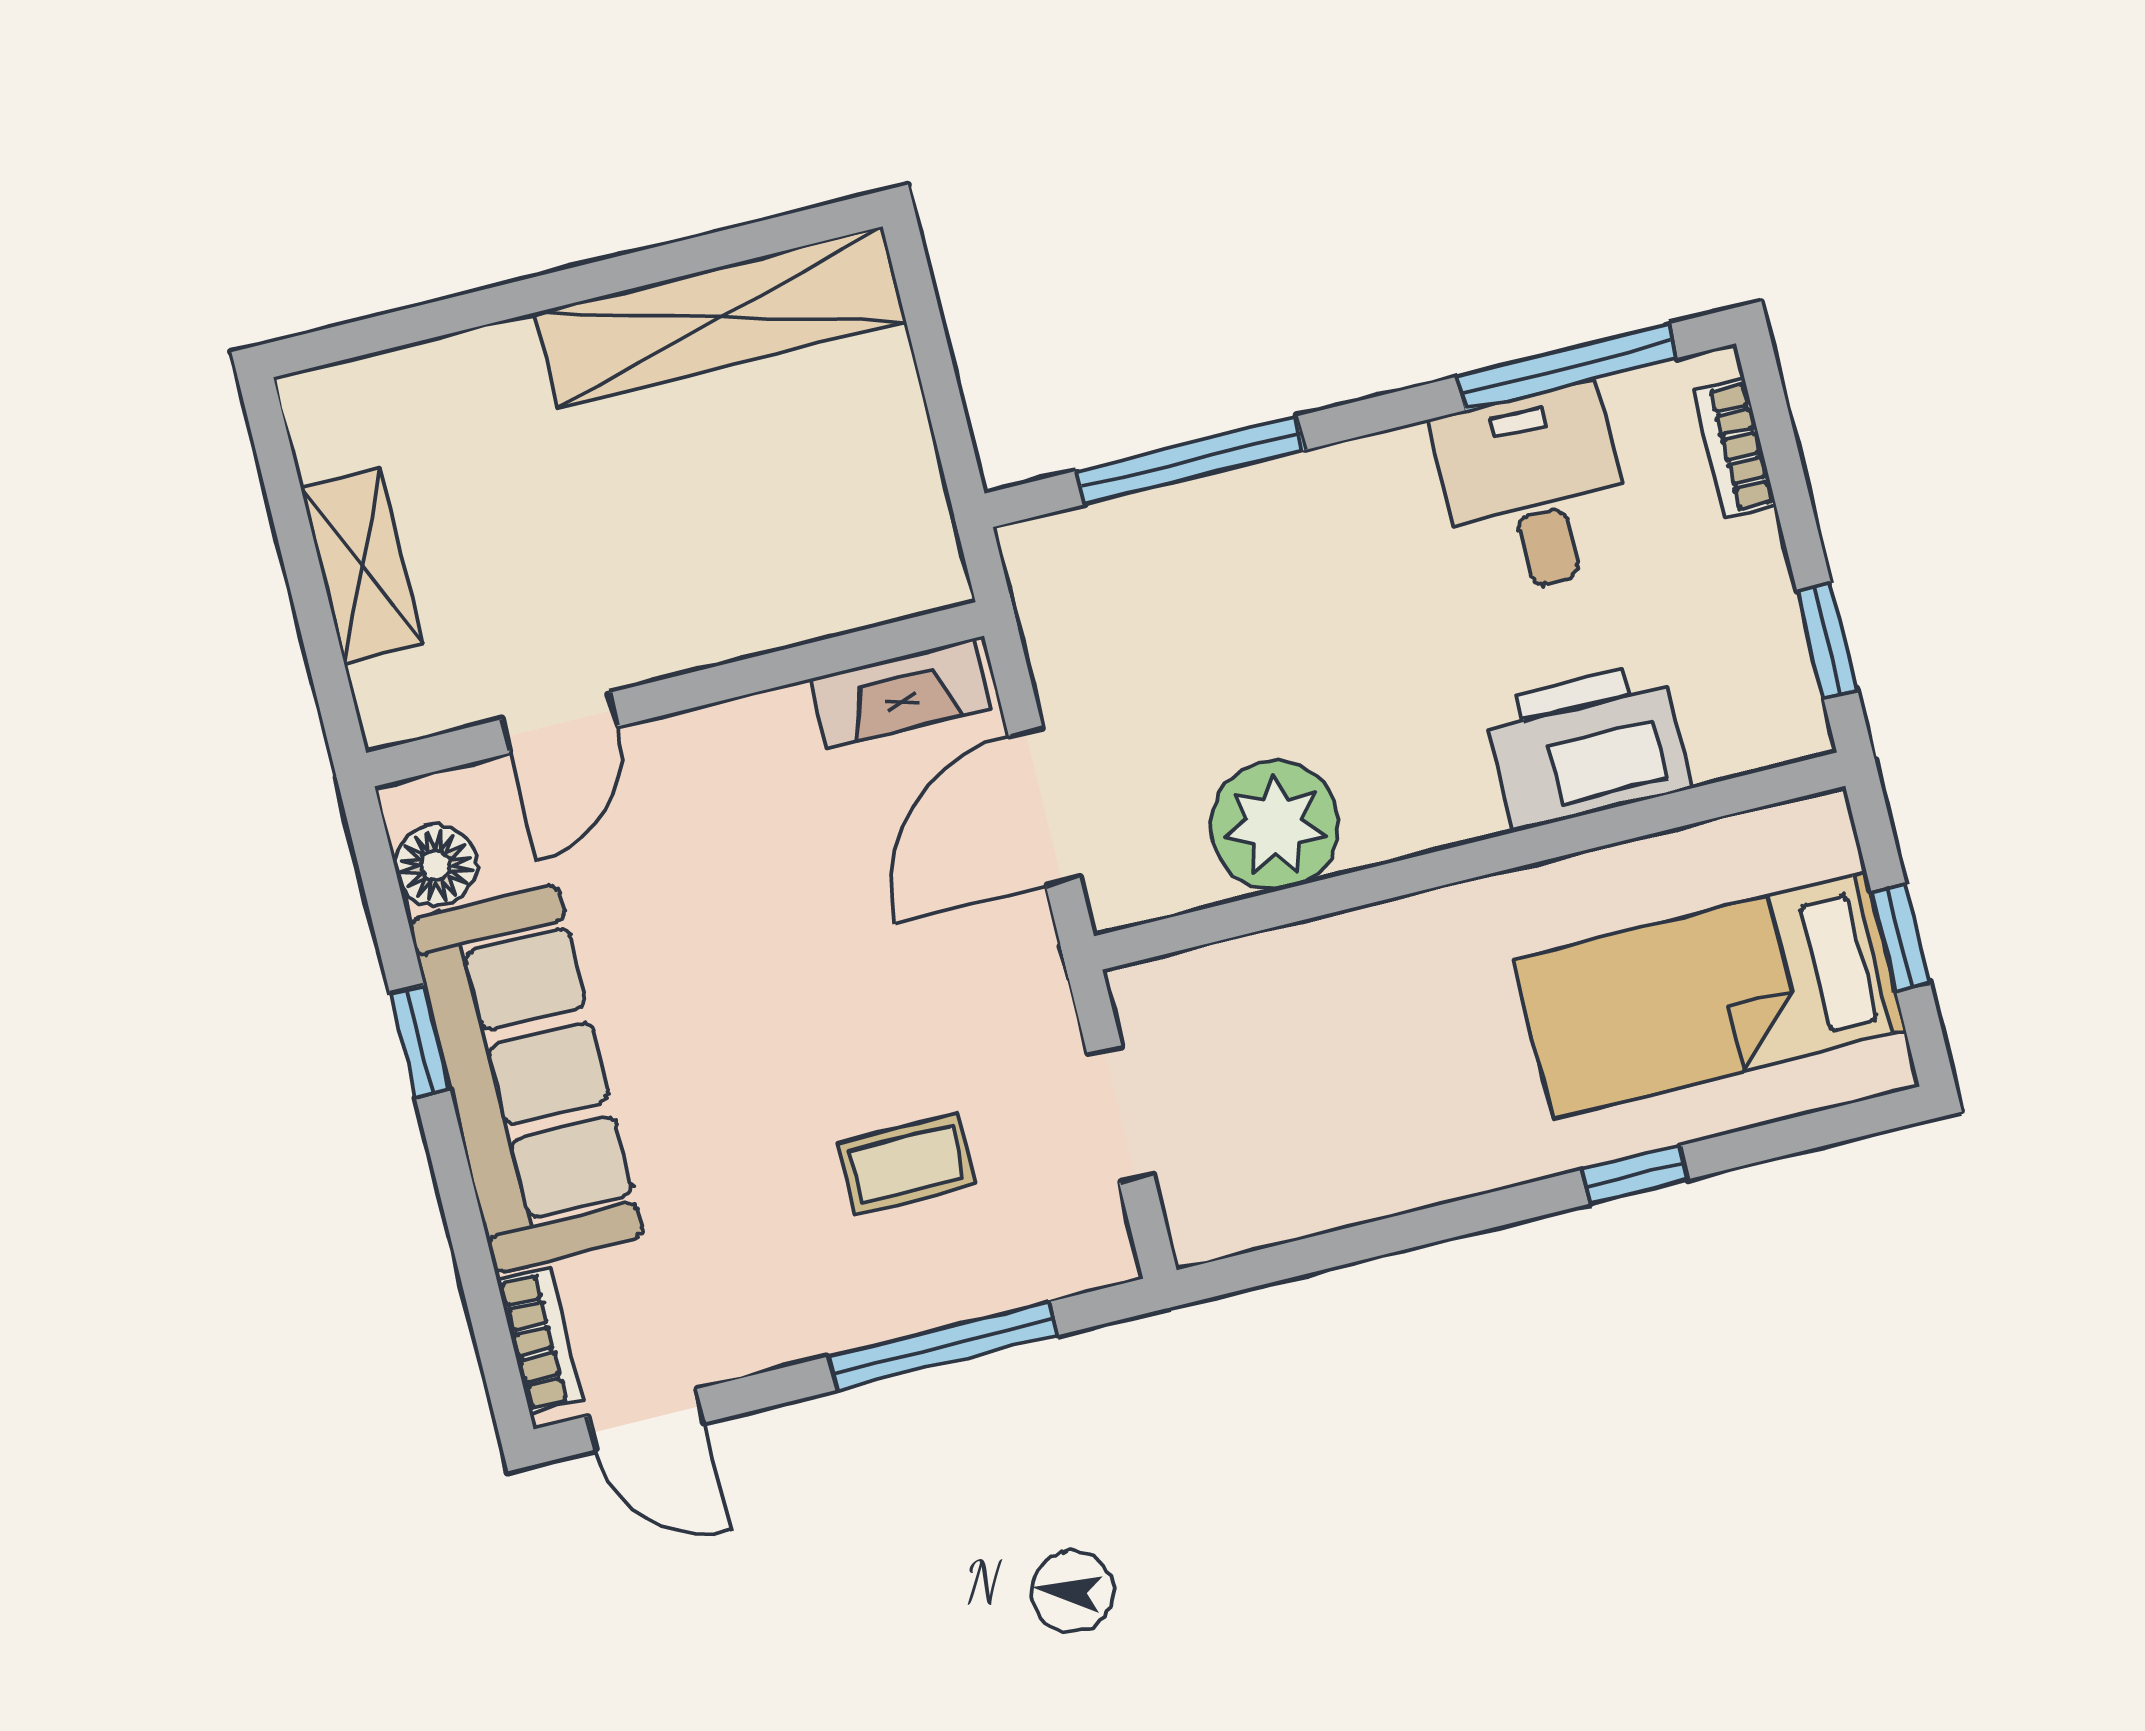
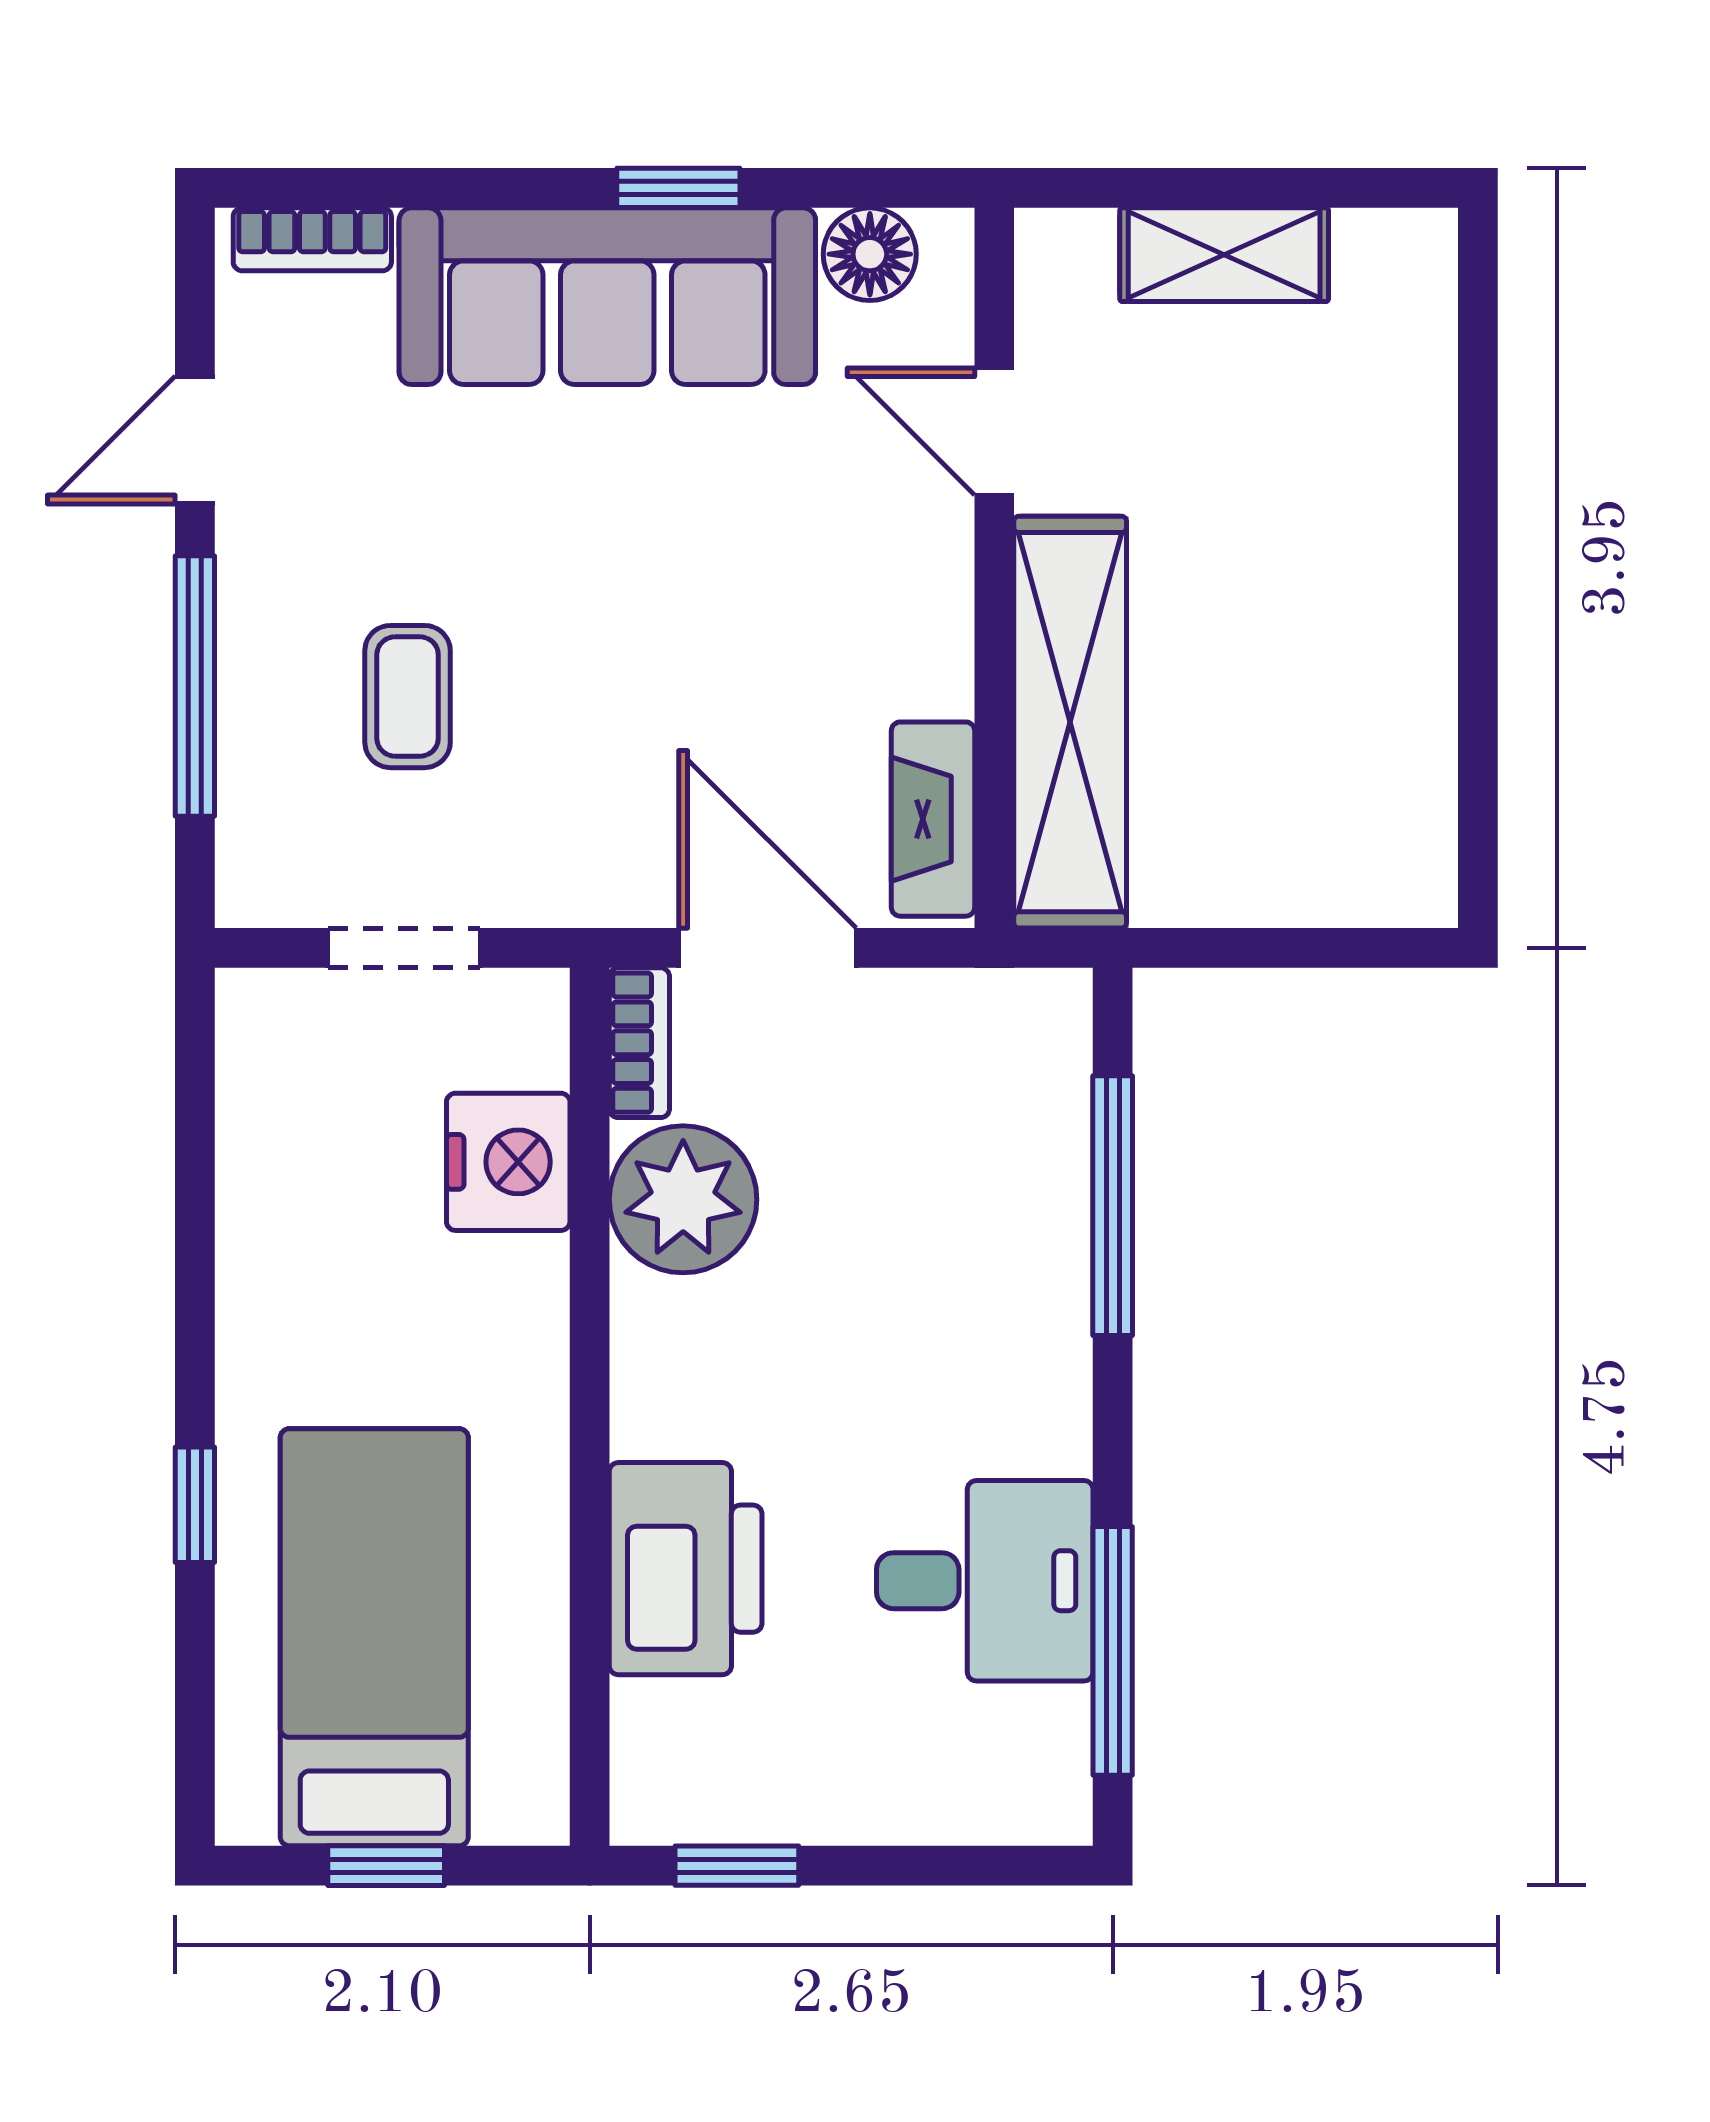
shelving: (720, 317) -> (1070, 722), moved
bookcase: (1735, 448) -> (639, 1043), moved, turned 90
nightstand: (1279, 981) -> (508, 1162), added
door: (646, 1419) -> (195, 440), moved

